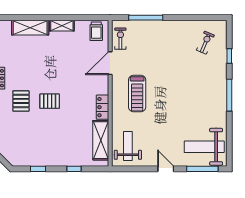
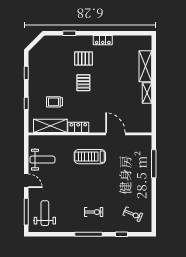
trolley: (96, 31) -> (55, 102), moved
exercise bike: (120, 39) -> (94, 212), moved
weight bench: (128, 146) -> (42, 160), moved
weight bench: (204, 147) -> (45, 213), width x0.73, depth x0.75
door: (166, 169) -> (26, 181), hinge flipped

